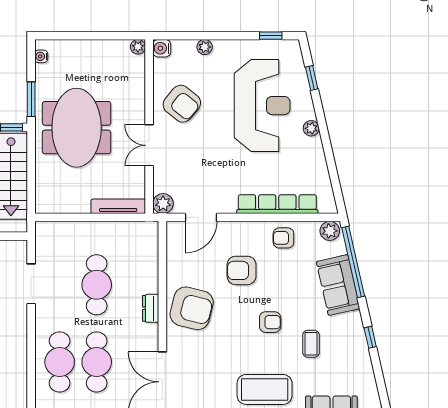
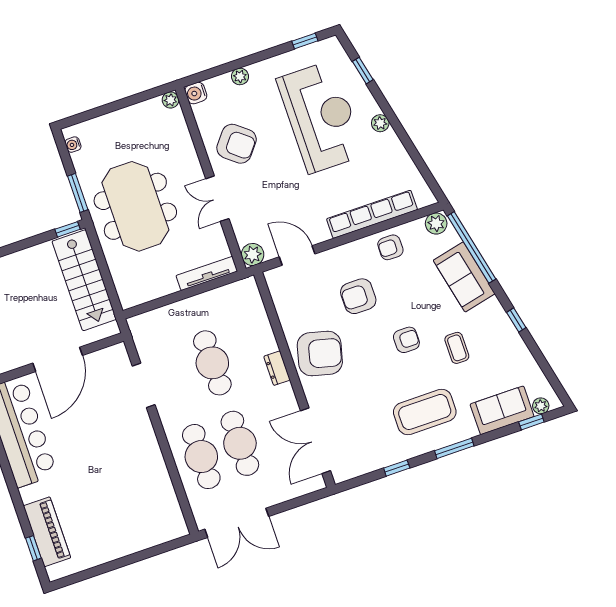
door: (201, 217) -> (297, 255), swing flipped

